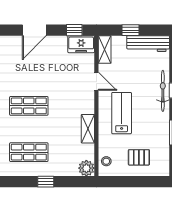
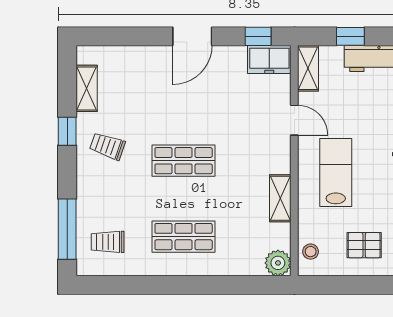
window: (46, 182) -> (211, 285), removed

